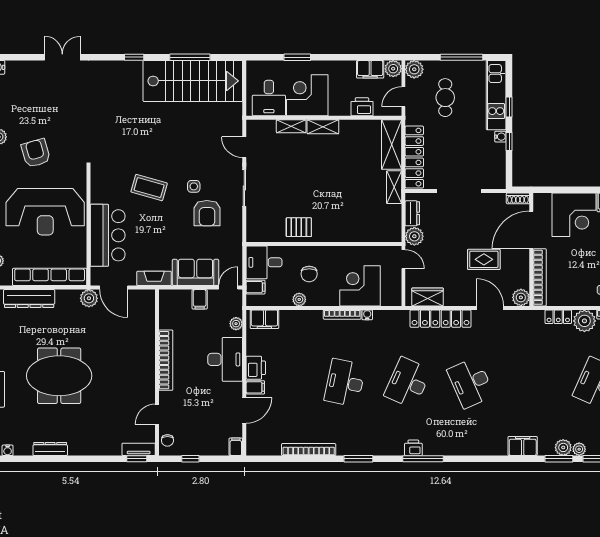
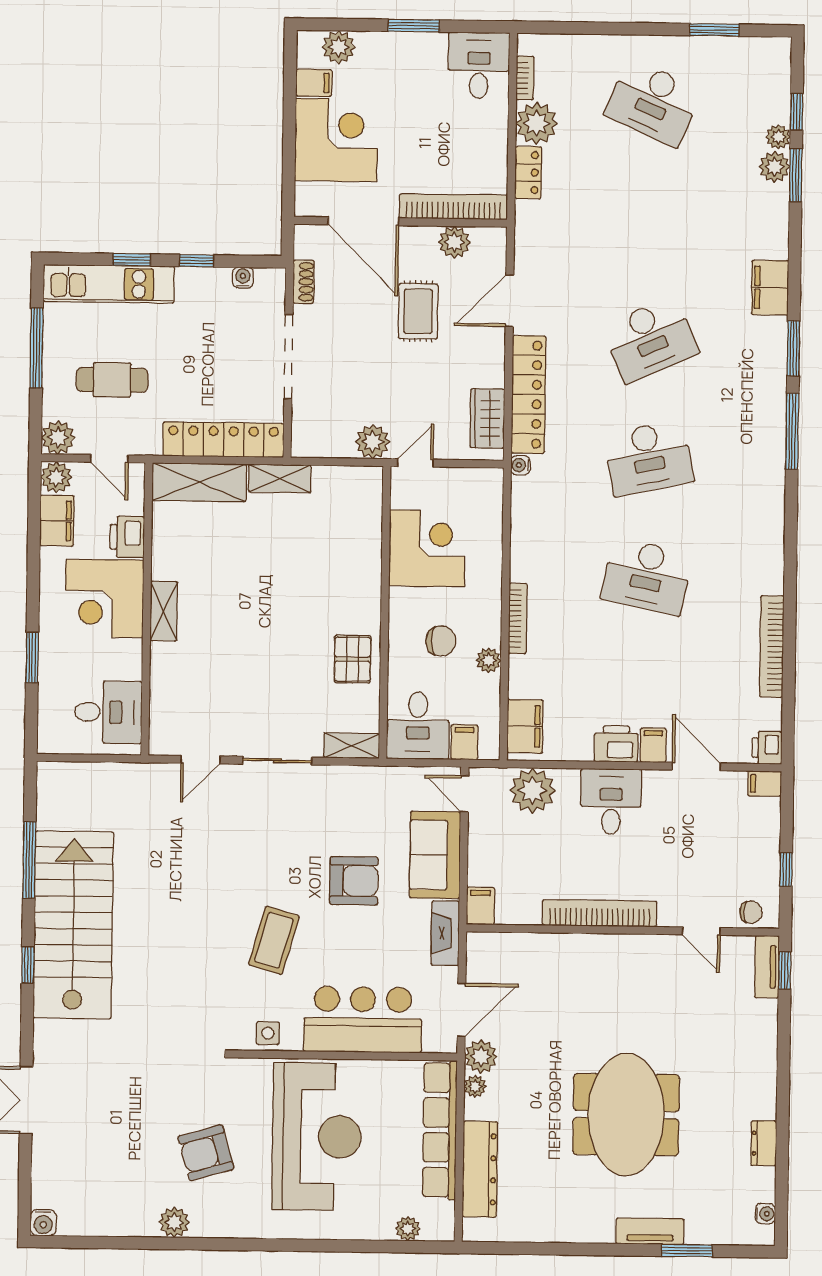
stairs: (193, 81) -> (73, 925), moved
corner desk: (307, 95) -> (105, 598), moved
shelving: (291, 126) -> (352, 746), moved, turned 90
water cooler: (500, 137) -> (243, 278), moved
side table: (194, 186) -> (268, 1033), moved
shoe rack: (518, 198) -> (303, 282), moved
armchair: (207, 213) -> (354, 881), moved
dresser: (412, 213) -> (329, 445), removed
corner desk: (360, 286) -> (427, 548), moved, turned 180
plant: (73, 295) -> (475, 1086), added
plant: (521, 297) -> (454, 242), moved
filing cabinet: (200, 299) -> (480, 906), moved, turned -90
bookcase: (342, 315) -> (518, 618), moved
water cooler: (367, 315) -> (520, 465), moved
plant: (236, 324) -> (532, 790), width x1.88, depth x1.88
desk: (225, 359) -> (611, 802), width x0.73
desk: (408, 383) -> (648, 458), turned -36
filing cabinet: (523, 446) -> (770, 288), moved
printer: (413, 448) -> (767, 748), moved
dresser: (50, 449) -> (764, 1143), width x0.70
window: (358, 459) -> (793, 348), moved

